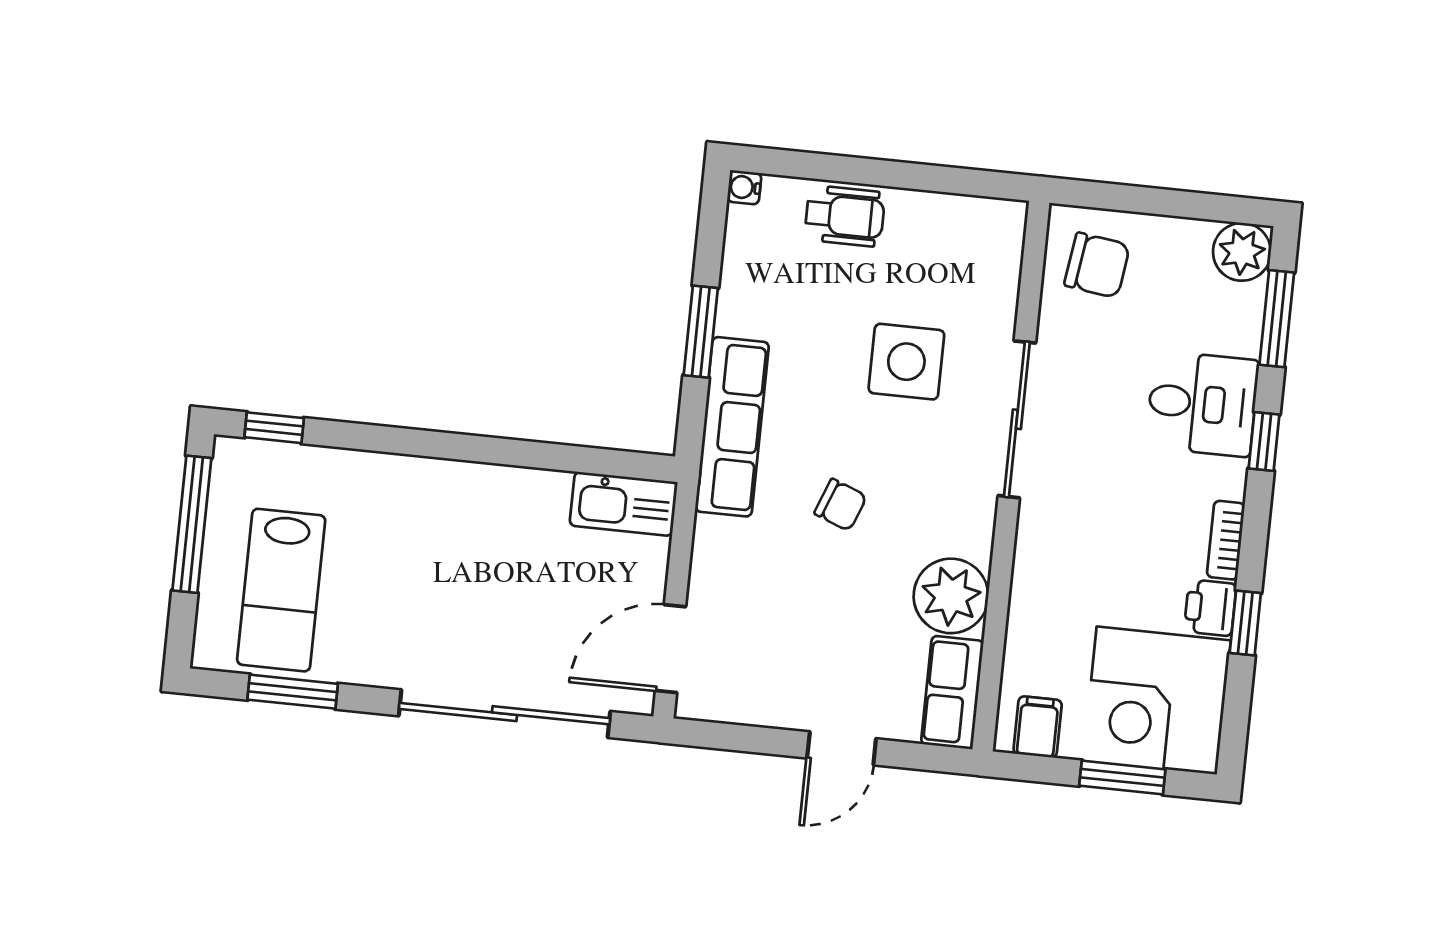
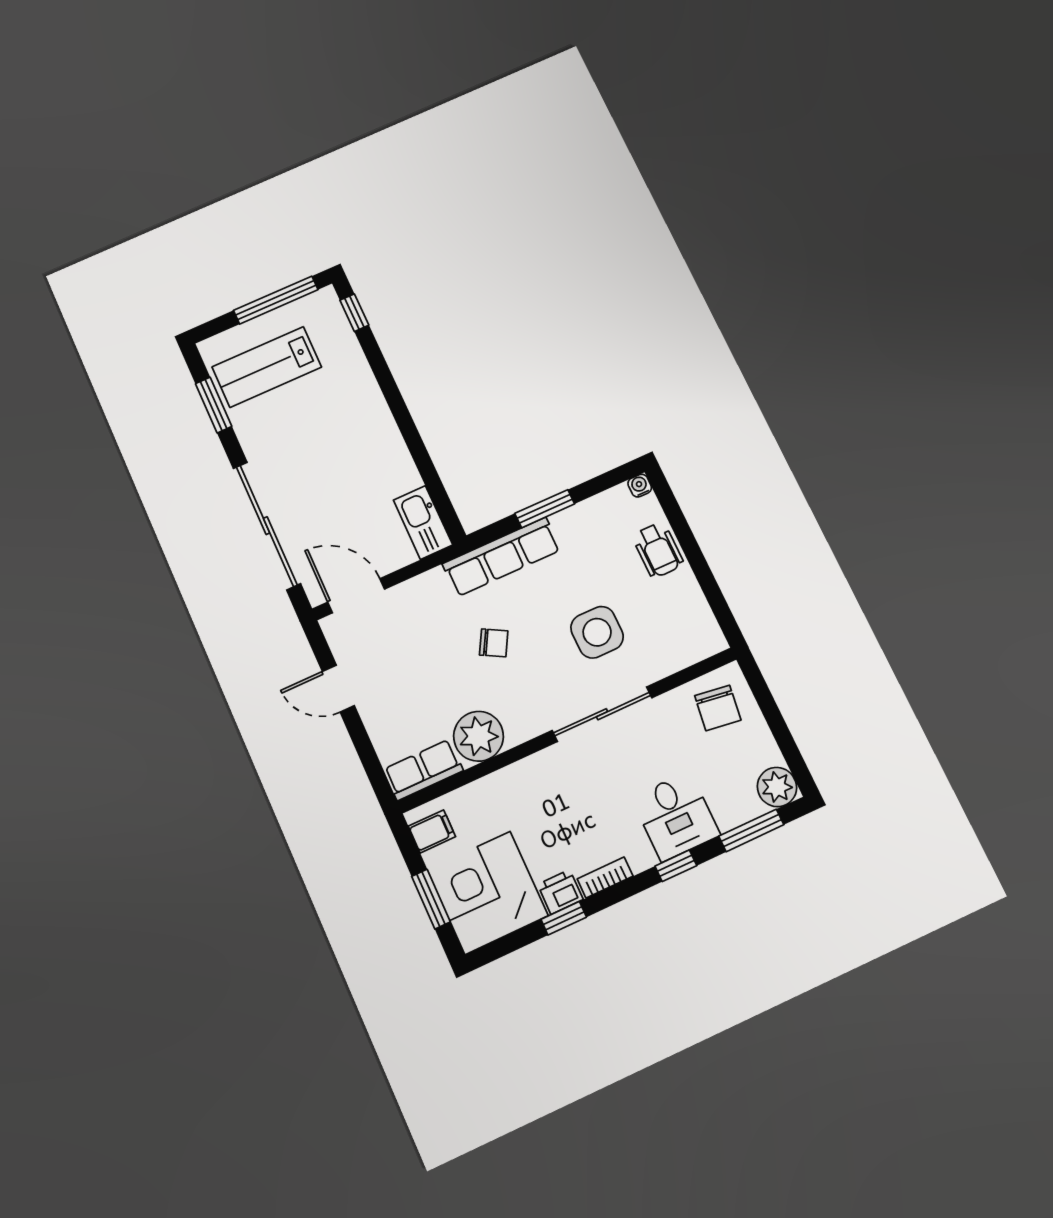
chair: (841, 505) -> (494, 643), turned -82
door: (842, 748) -> (338, 689), moved

